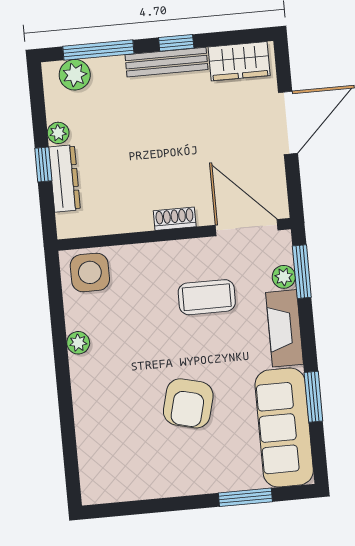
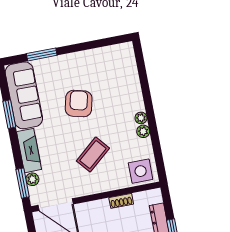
shoe rack: (175, 219) -> (121, 201), moved
coffee table: (207, 297) -> (93, 155), moved, turned -40
plant: (80, 367) -> (141, 118), added

